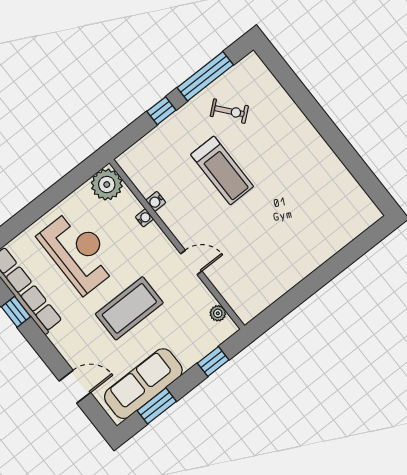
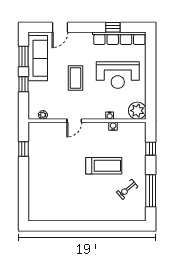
window: (161, 111) -> (151, 149), moved
treadmill: (222, 170) -> (104, 166), turned 180
window: (288, 303) -> (23, 149), added
coffee table: (129, 308) -> (75, 78), width x0.73, depth x0.76
window: (213, 362) -> (23, 84), moved

